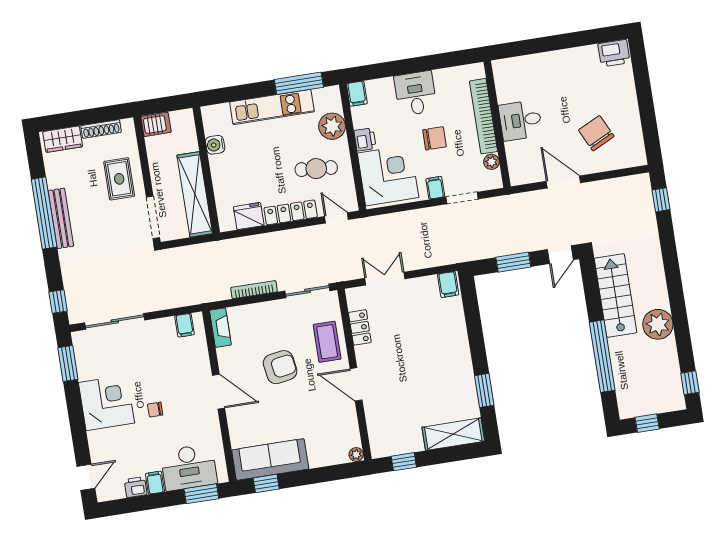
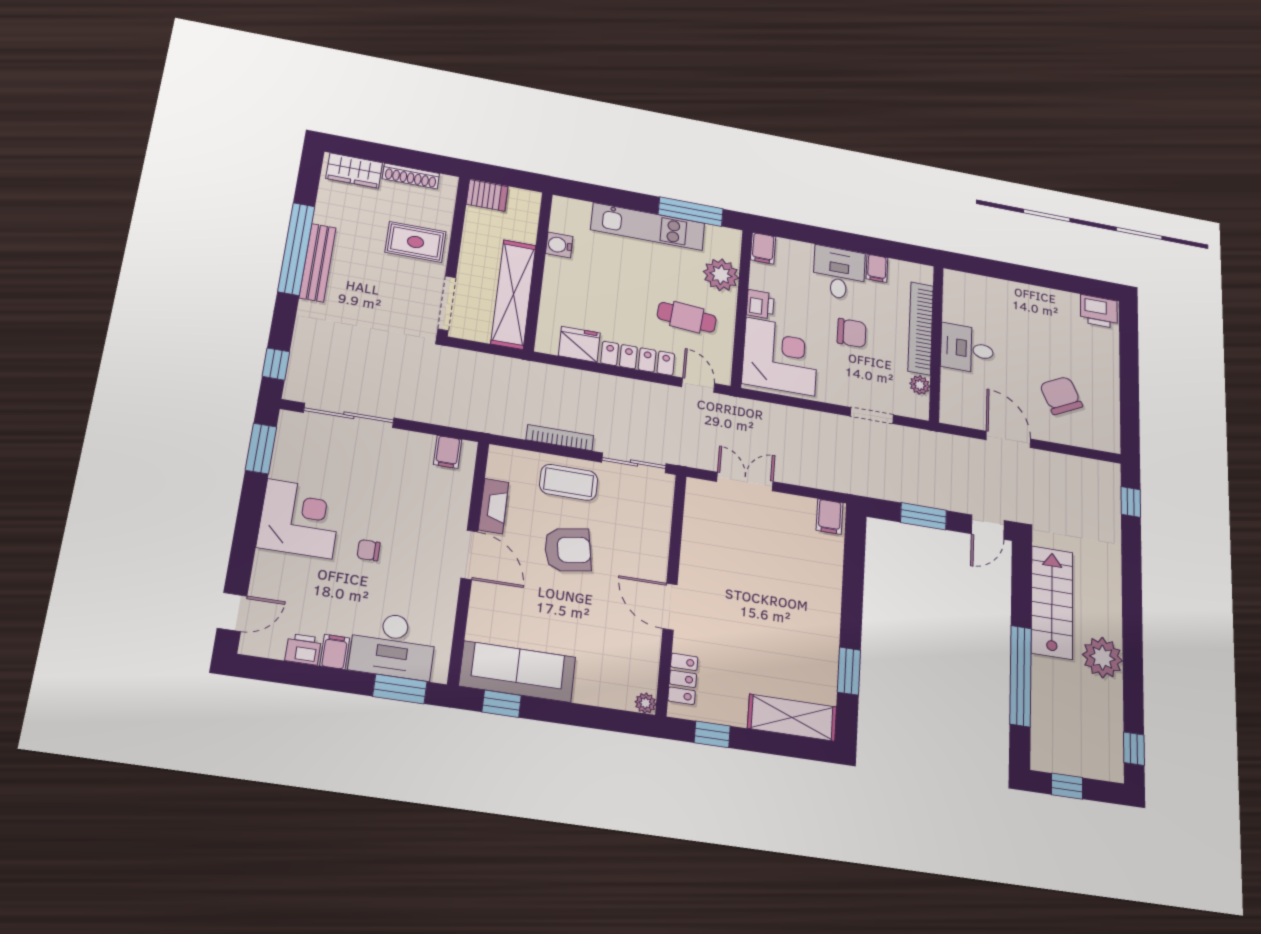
rug: (119, 179) -> (416, 242), turned 90
filing cabinet: (435, 188) -> (877, 268), moved, turned 180
locker: (360, 327) -> (683, 679), moved
fireplace: (220, 328) -> (494, 506), moved
coffee table: (327, 342) -> (569, 482), moved, turned 90

